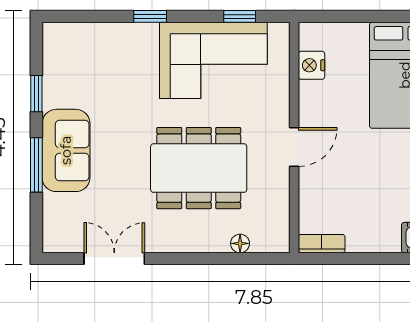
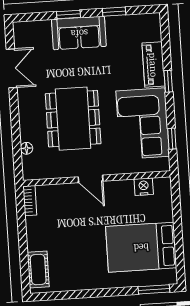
piano: (123, 38) -> (153, 65), added
window: (36, 165) -> (68, 15), width x0.67

